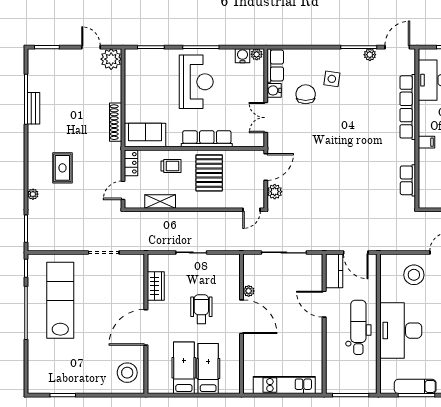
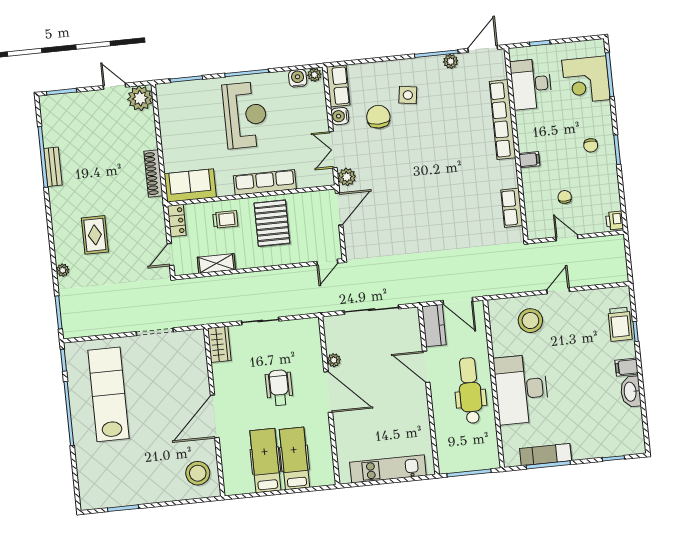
plant: (275, 192) -> (347, 177), moved
wardrobe: (156, 286) -> (219, 344), moved

